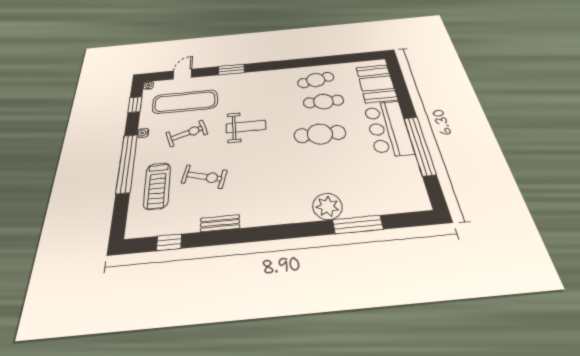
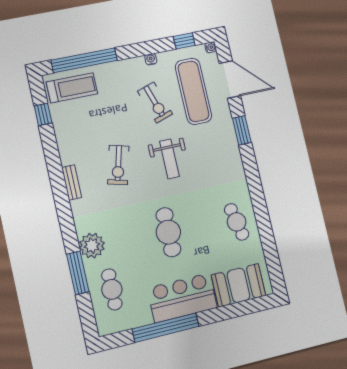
door: (182, 74) -> (230, 79), width x1.88
cafe table: (323, 101) -> (112, 289), moved
window: (127, 163) -> (84, 60), moved
exercise bike: (204, 177) -> (118, 165), moved
treadmill: (157, 186) -> (72, 88), moved, turned 180
bench: (220, 223) -> (72, 182), moved

